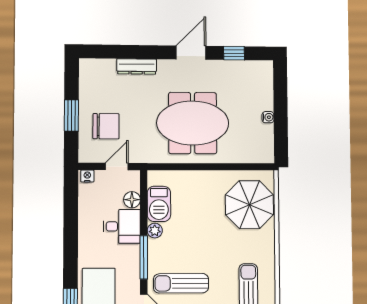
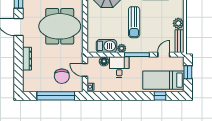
window: (71, 115) -> (56, 96), width x2.11
meeting table: (193, 123) -> (60, 26), turned 90
chair: (106, 126) -> (62, 76), turned 180
sun lounger: (181, 283) -> (134, 22), moved

